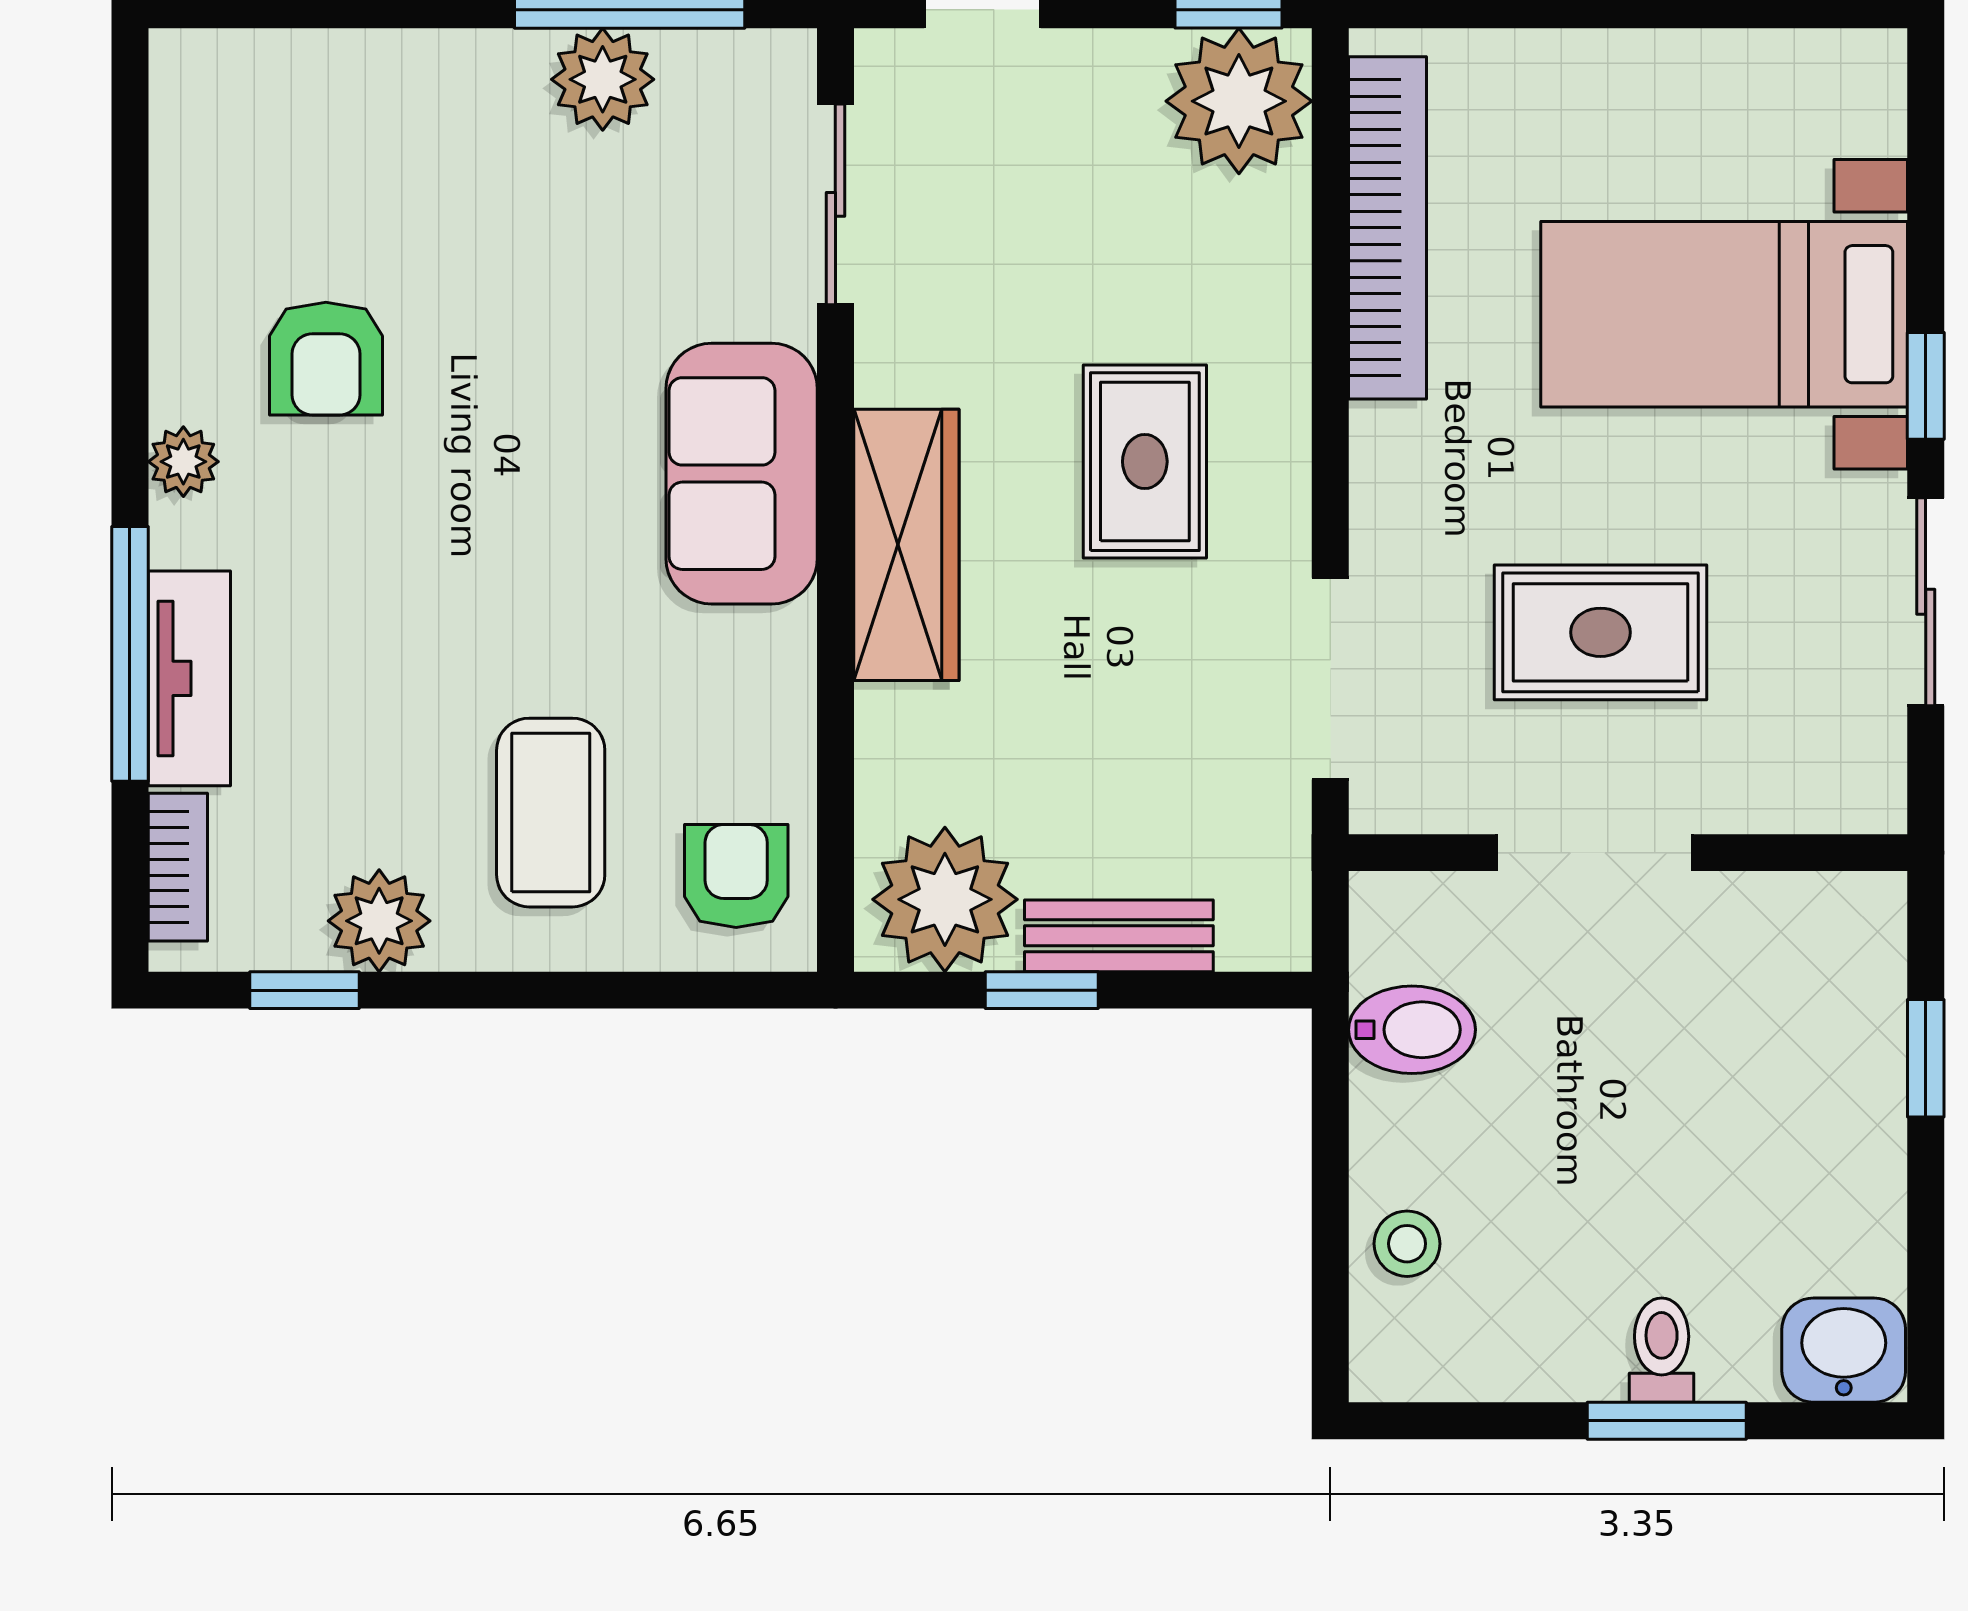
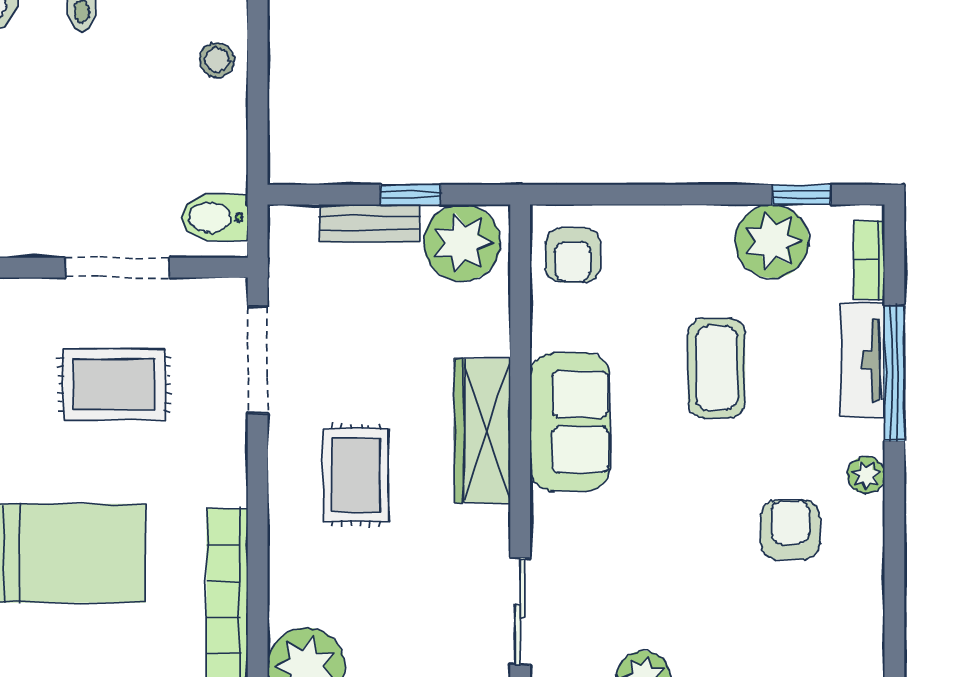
sofa: (742, 474) -> (570, 422), moved
coffee table: (551, 813) -> (717, 368), moved
plant: (379, 921) -> (772, 241), width x1.36, depth x1.36
bidet: (1412, 1030) -> (214, 218), moved

